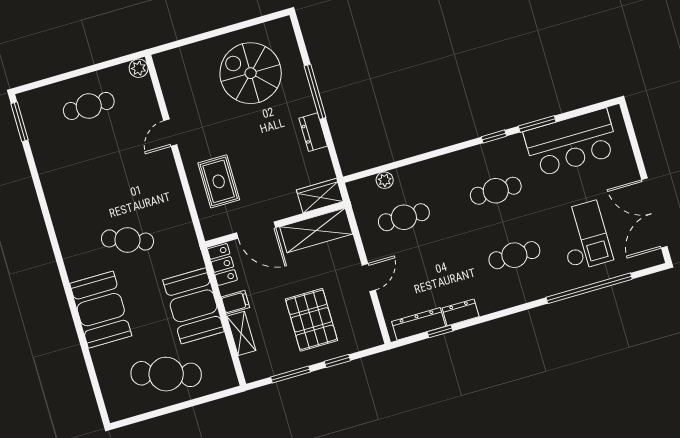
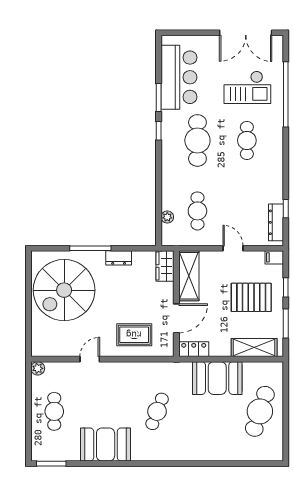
spiral stairs: (251, 73) -> (64, 290), width x1.37, depth x1.37
door: (170, 133) -> (90, 359), swing flipped
cafe table: (496, 191) -> (197, 140), width x1.37, depth x1.35
checkout: (584, 236) -> (247, 87), turned 180
filing cabinet: (235, 302) -> (274, 257), moved, turned -90
booth: (101, 310) -> (106, 444), moved
dresser: (461, 312) -> (276, 190), removed
shelving: (241, 333) -> (254, 348), width x1.50, depth x1.33

